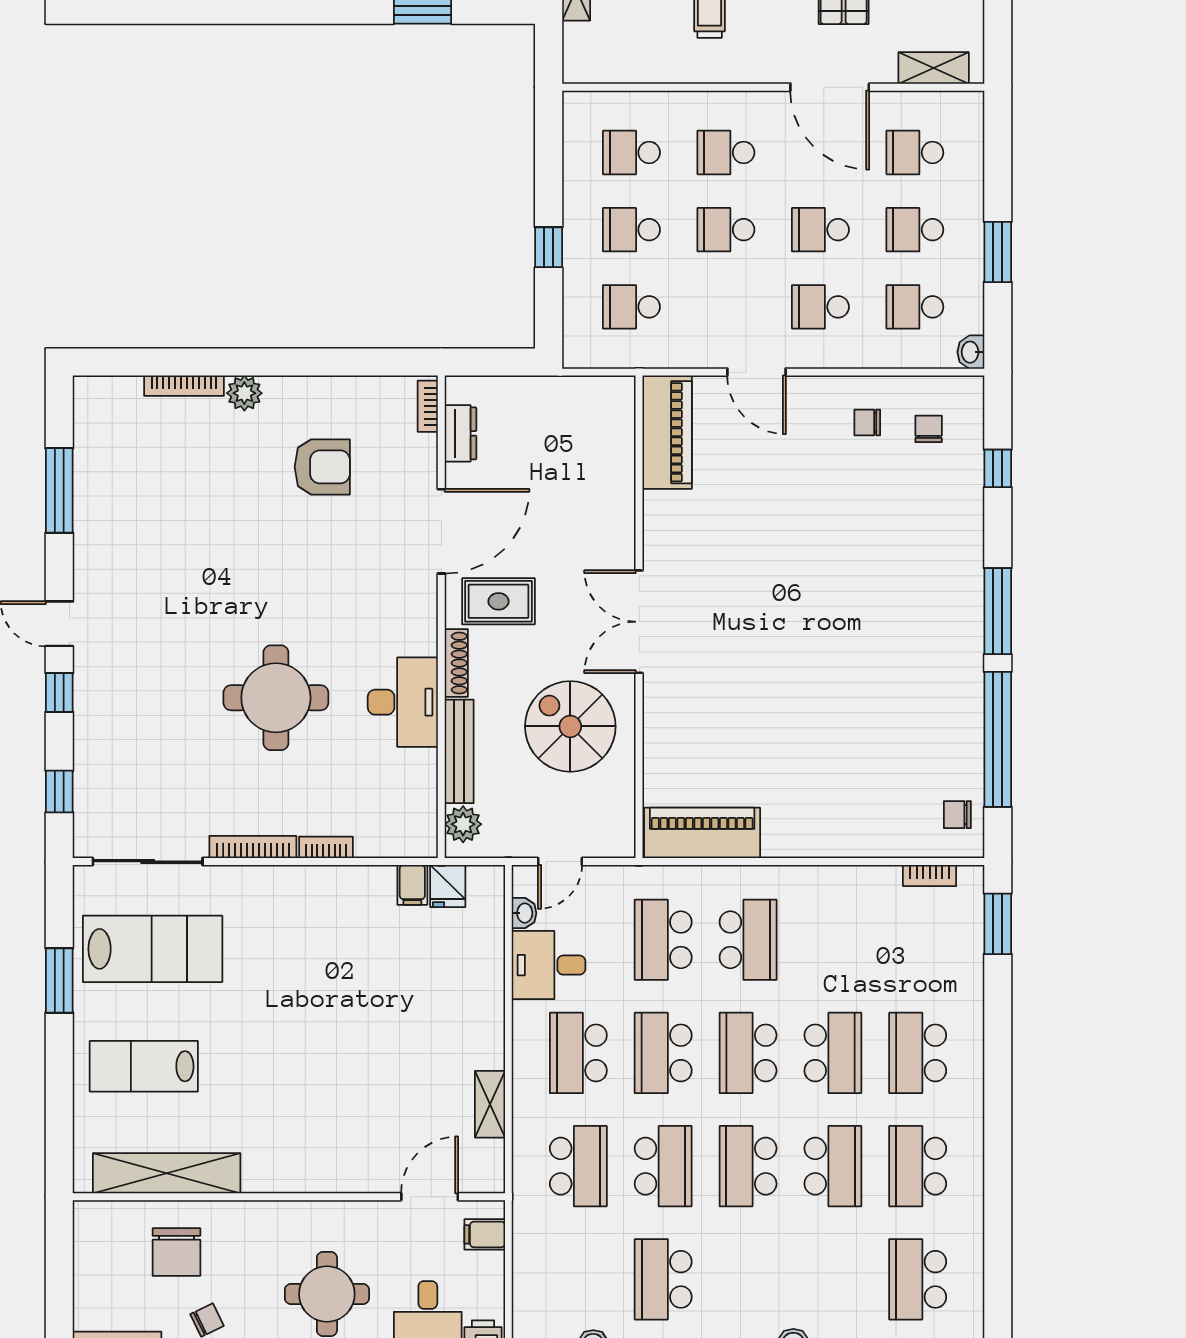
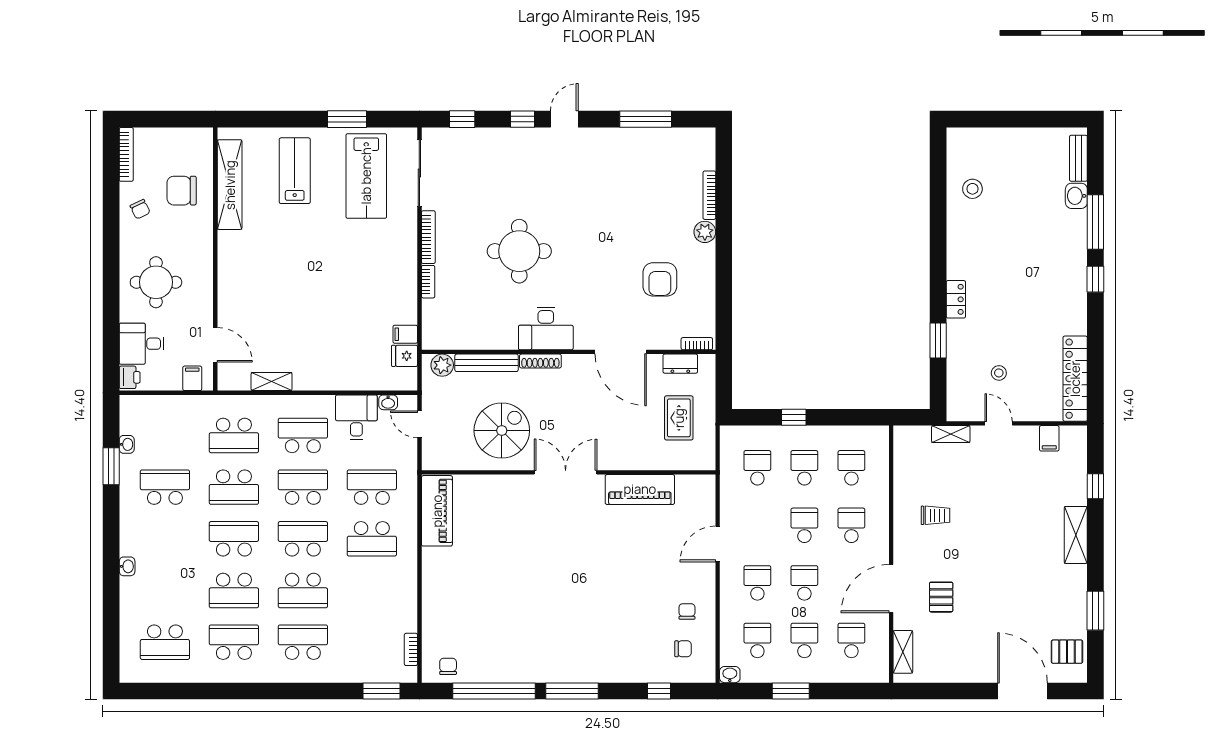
piano: (667, 432) -> (640, 489), moved
rug: (498, 601) -> (679, 418), moved
desk: (403, 702) -> (546, 328), moved
school desk: (918, 1279) -> (165, 642), turned 180

